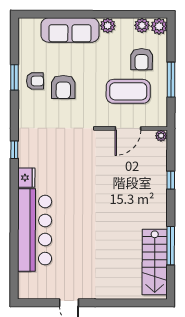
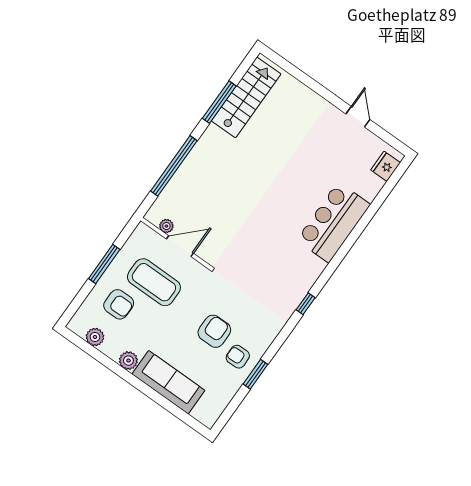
plant: (159, 26) -> (79, 324), removed
armchair: (142, 59) -> (119, 304), turned 90
plant: (161, 136) -> (166, 226), moved
fridge: (26, 178) -> (386, 166), moved
window: (171, 180) -> (174, 166), width x3.17
bar counter: (35, 230) -> (333, 222), width x0.73

